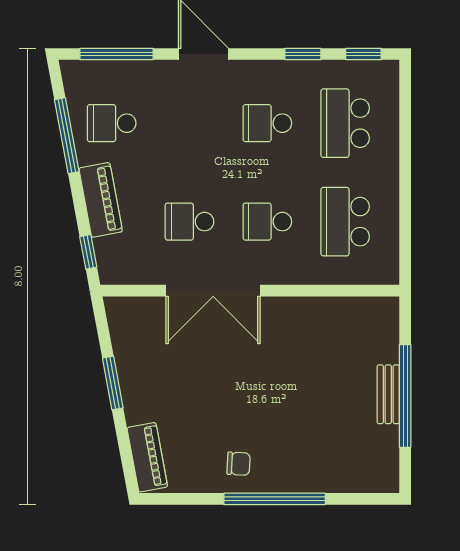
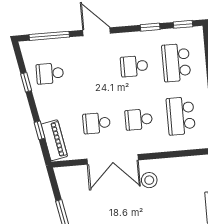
window: (67, 136) -> (26, 82), width x0.46
piano: (101, 200) -> (54, 140), moved
window: (88, 252) -> (39, 130), moved
stool: (277, 334) -> (149, 180), added

